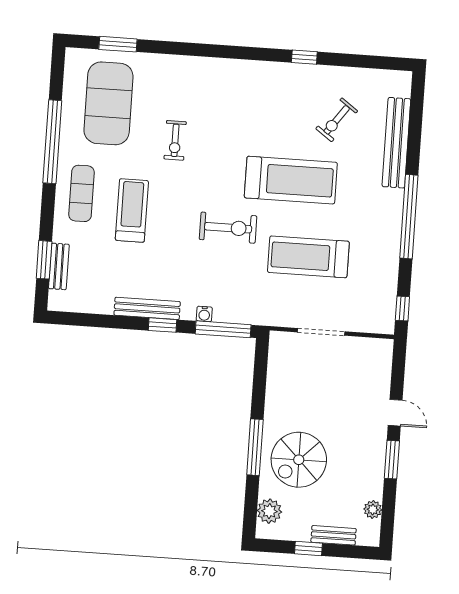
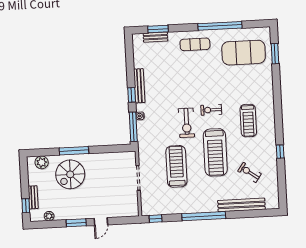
exercise bike: (175, 140) -> (211, 110), moved
treadmill: (132, 210) -> (248, 121), moved, turned 90
spiral stairs: (299, 460) -> (70, 174), turned -90
window: (308, 548) -> (26, 206), moved

